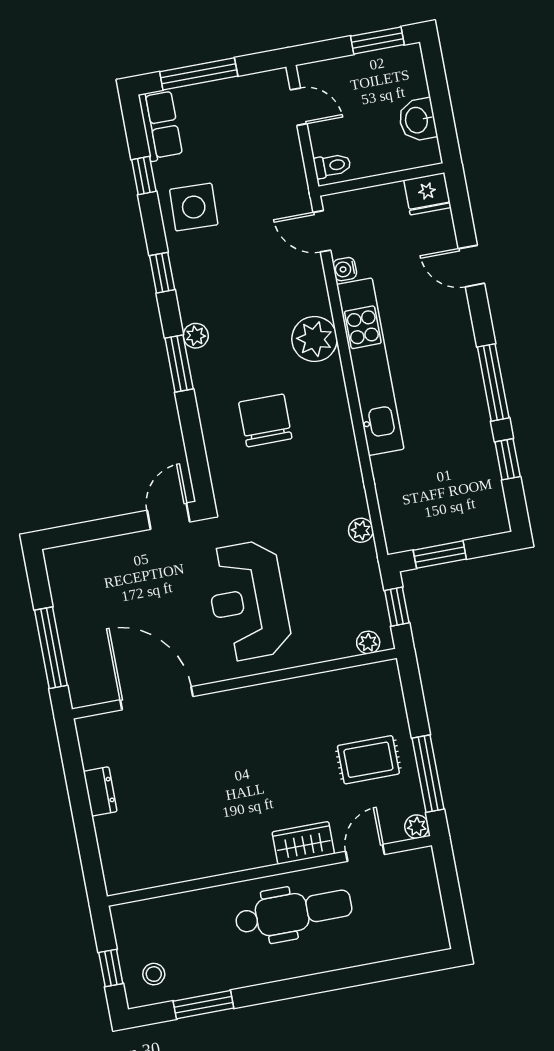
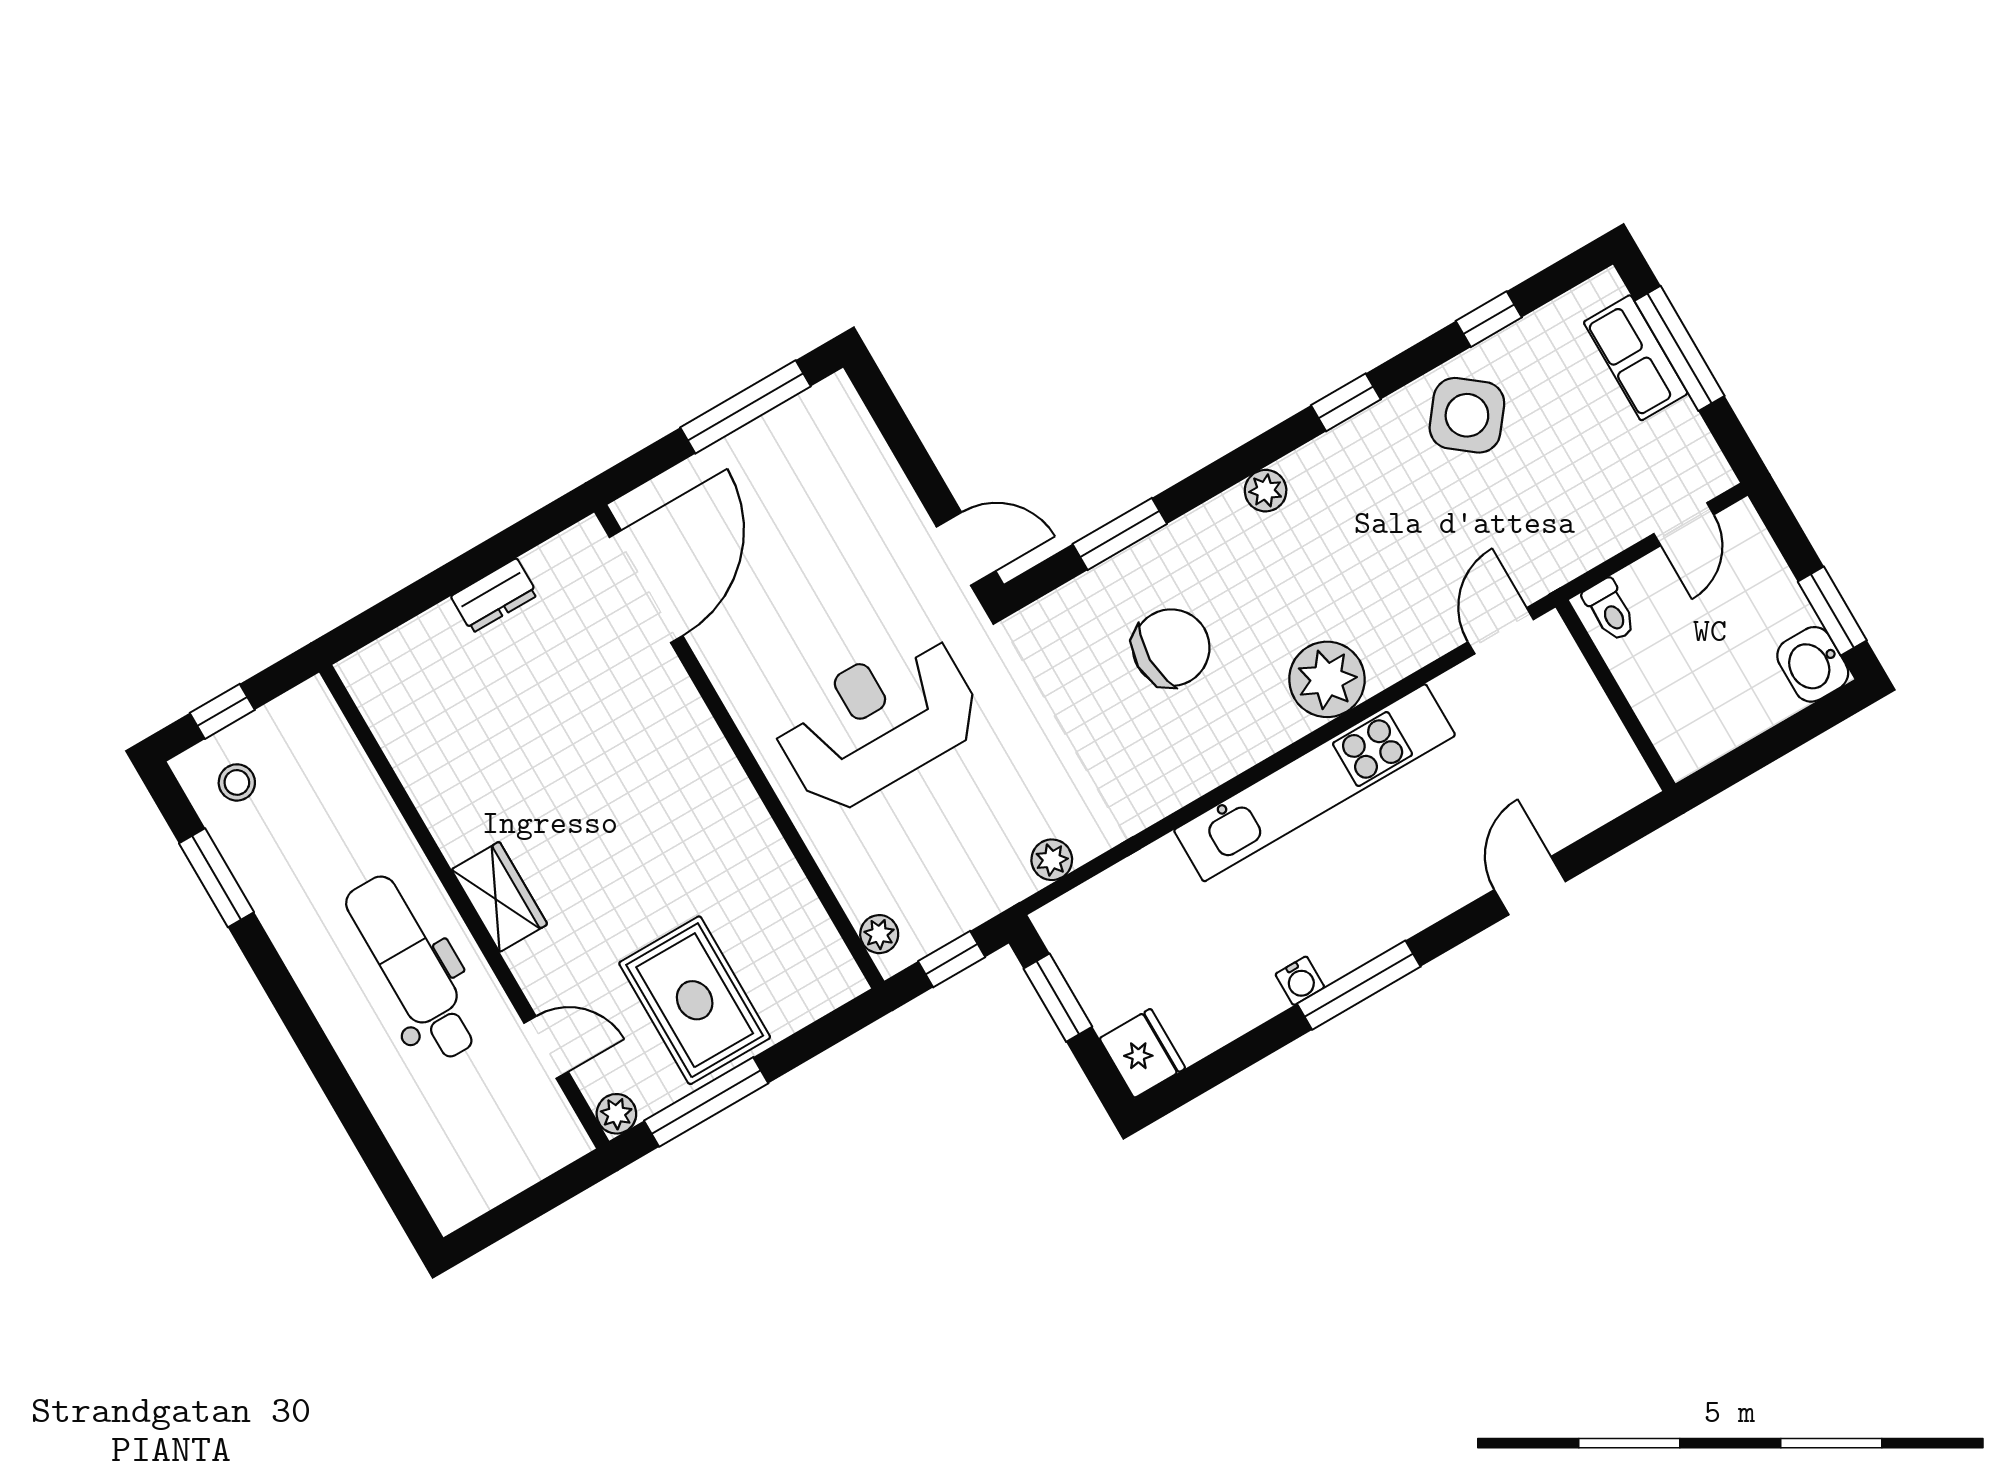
washbasin: (417, 120) -> (1813, 664), moved, turned -90
row of seats: (160, 125) -> (1636, 358), moved, turned 90
fridge: (427, 194) -> (1142, 1053), moved, turned 180
side table: (194, 207) -> (1467, 415), turned 36
water cooler: (345, 269) -> (1300, 981), moved, turned 180
window: (179, 363) -> (1120, 534), moved
window: (508, 459) -> (1246, 1051), removed
window: (51, 648) -> (745, 407), moved
door: (157, 698) -> (646, 586), moved
rug: (368, 760) -> (695, 1000), width x1.36, depth x1.43
wardrobe: (303, 843) -> (499, 897), moved
dental chair: (294, 912) -> (412, 968), turned 180

